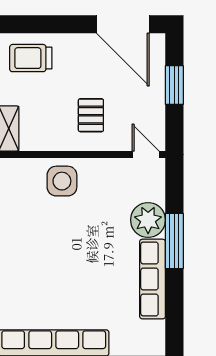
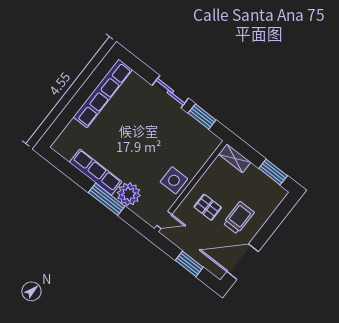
trolley: (31, 58) -> (239, 218), moved
side table: (62, 181) -> (174, 180), moved

